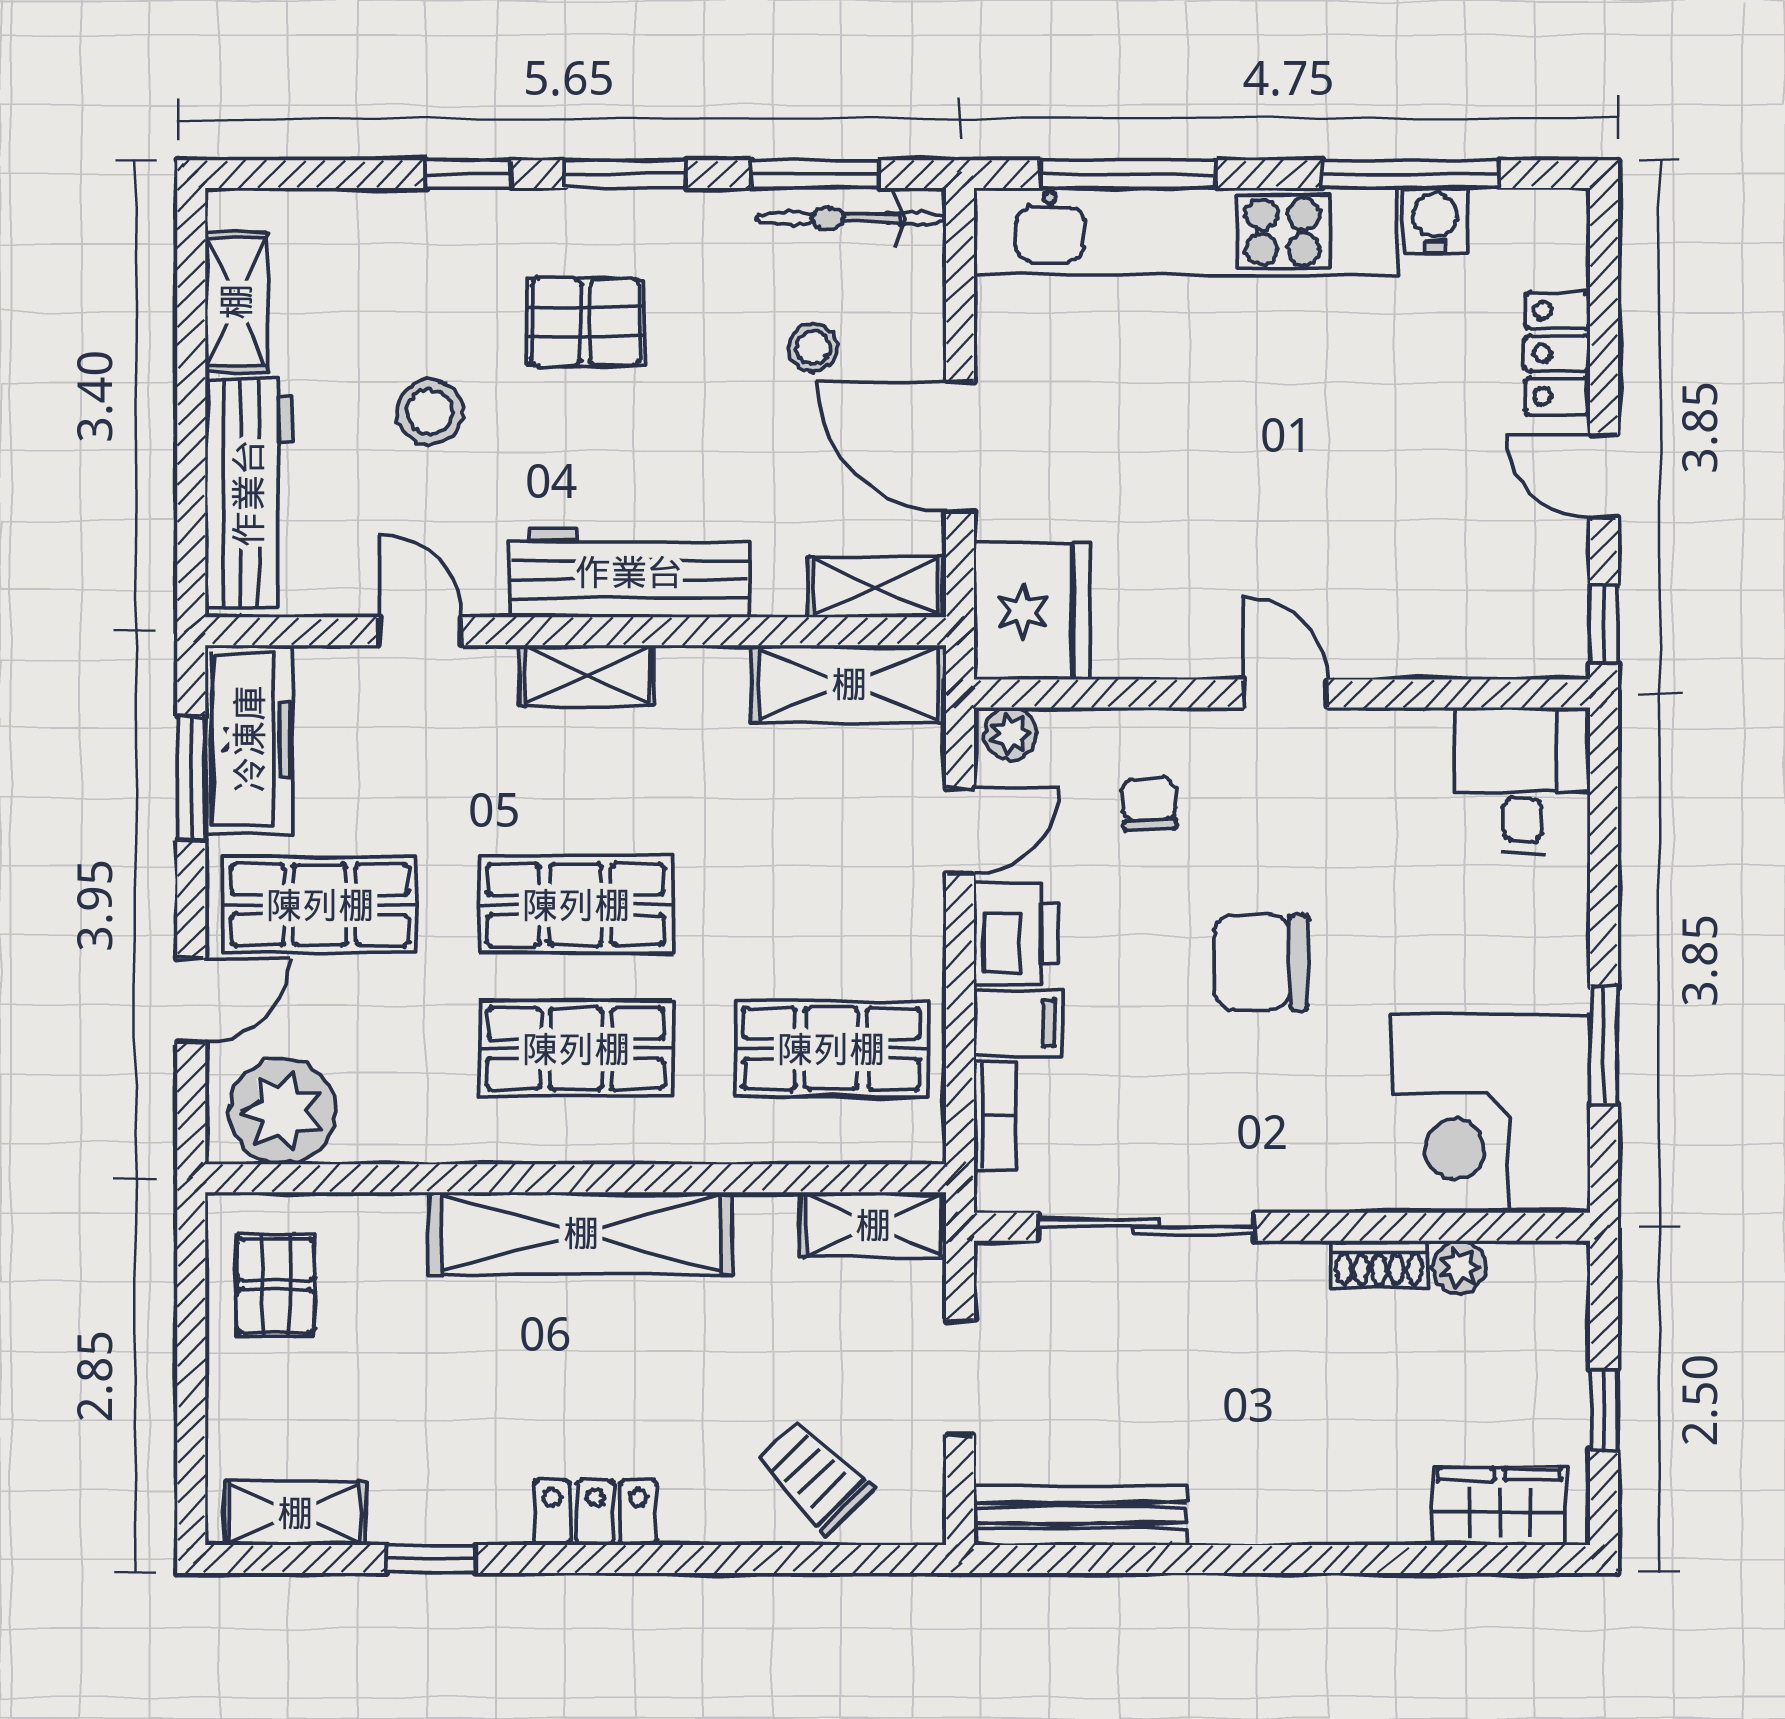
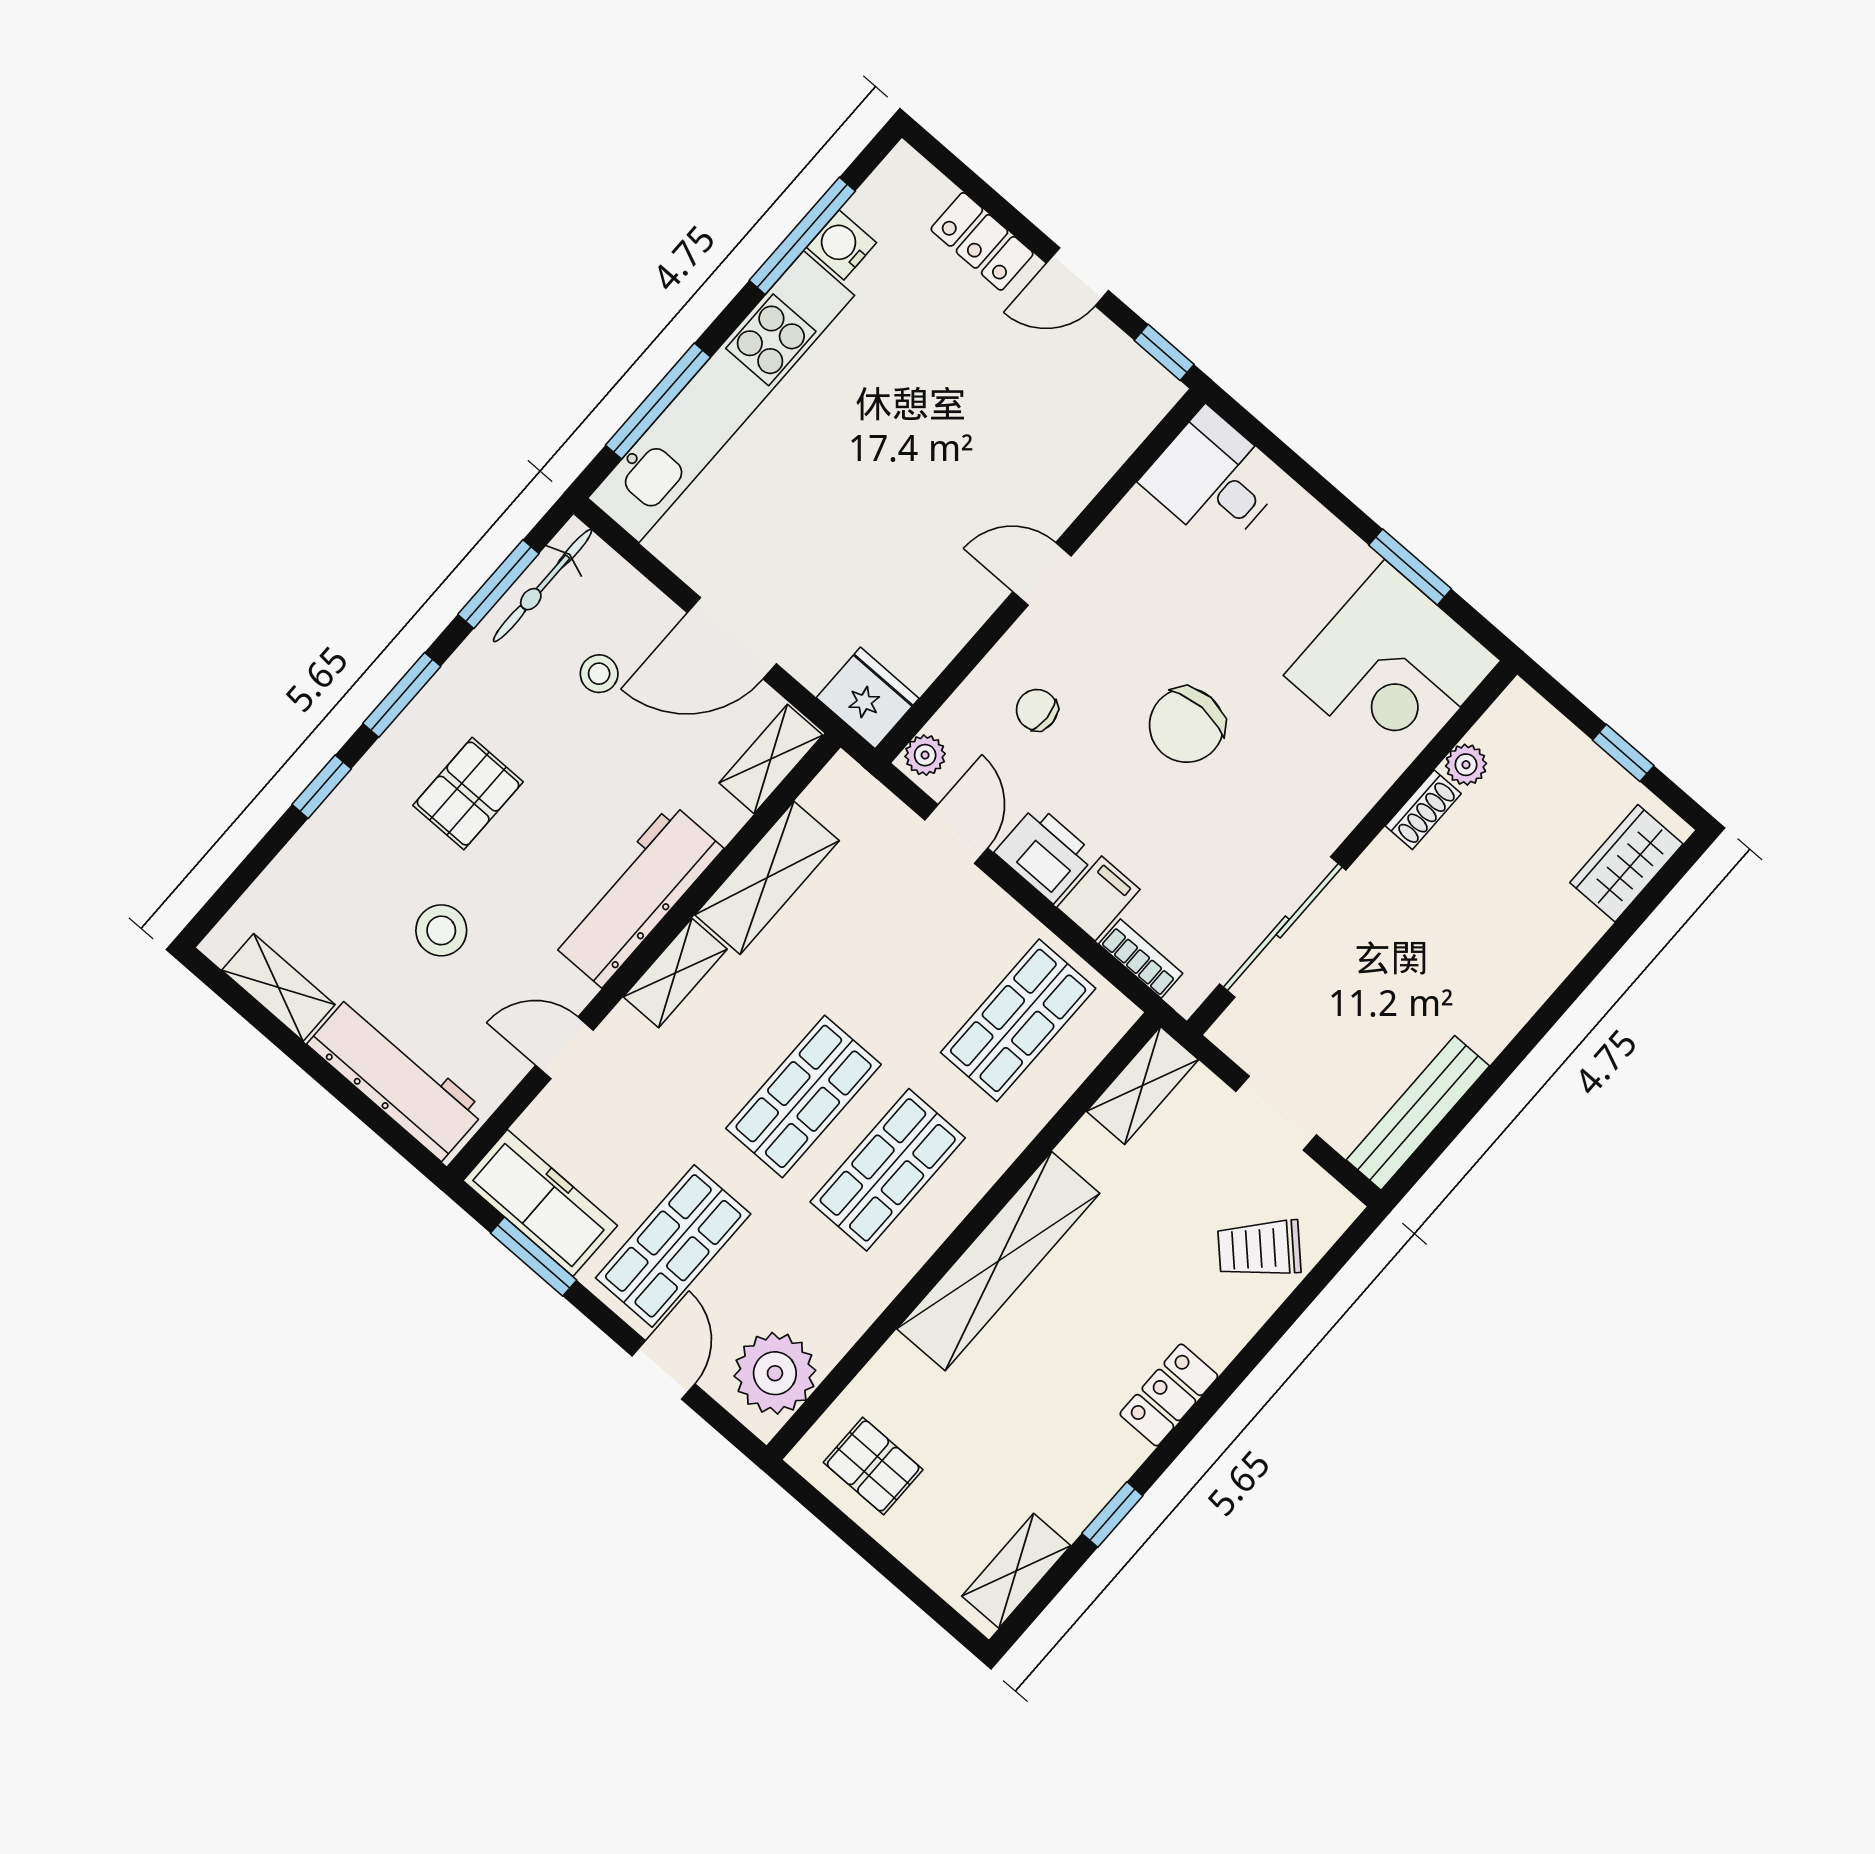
fridge: (1032, 611) -> (868, 698), width x0.73, depth x0.75
shelving: (849, 684) -> (767, 878), moved

